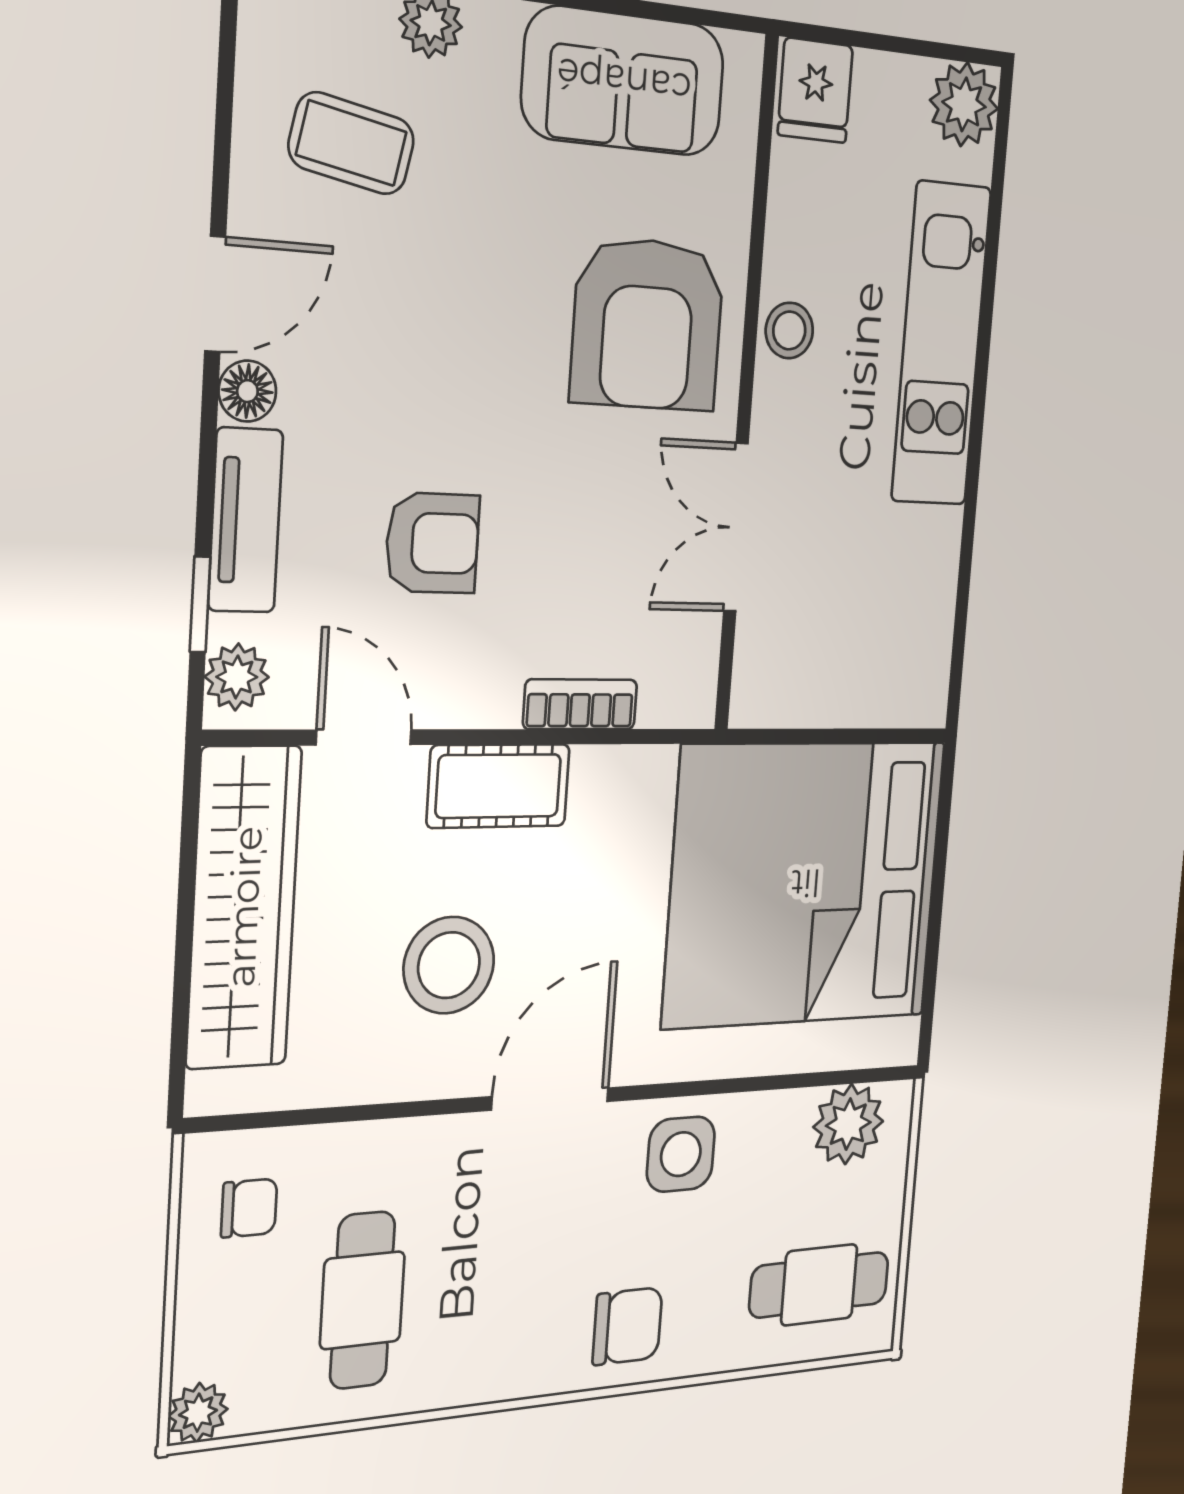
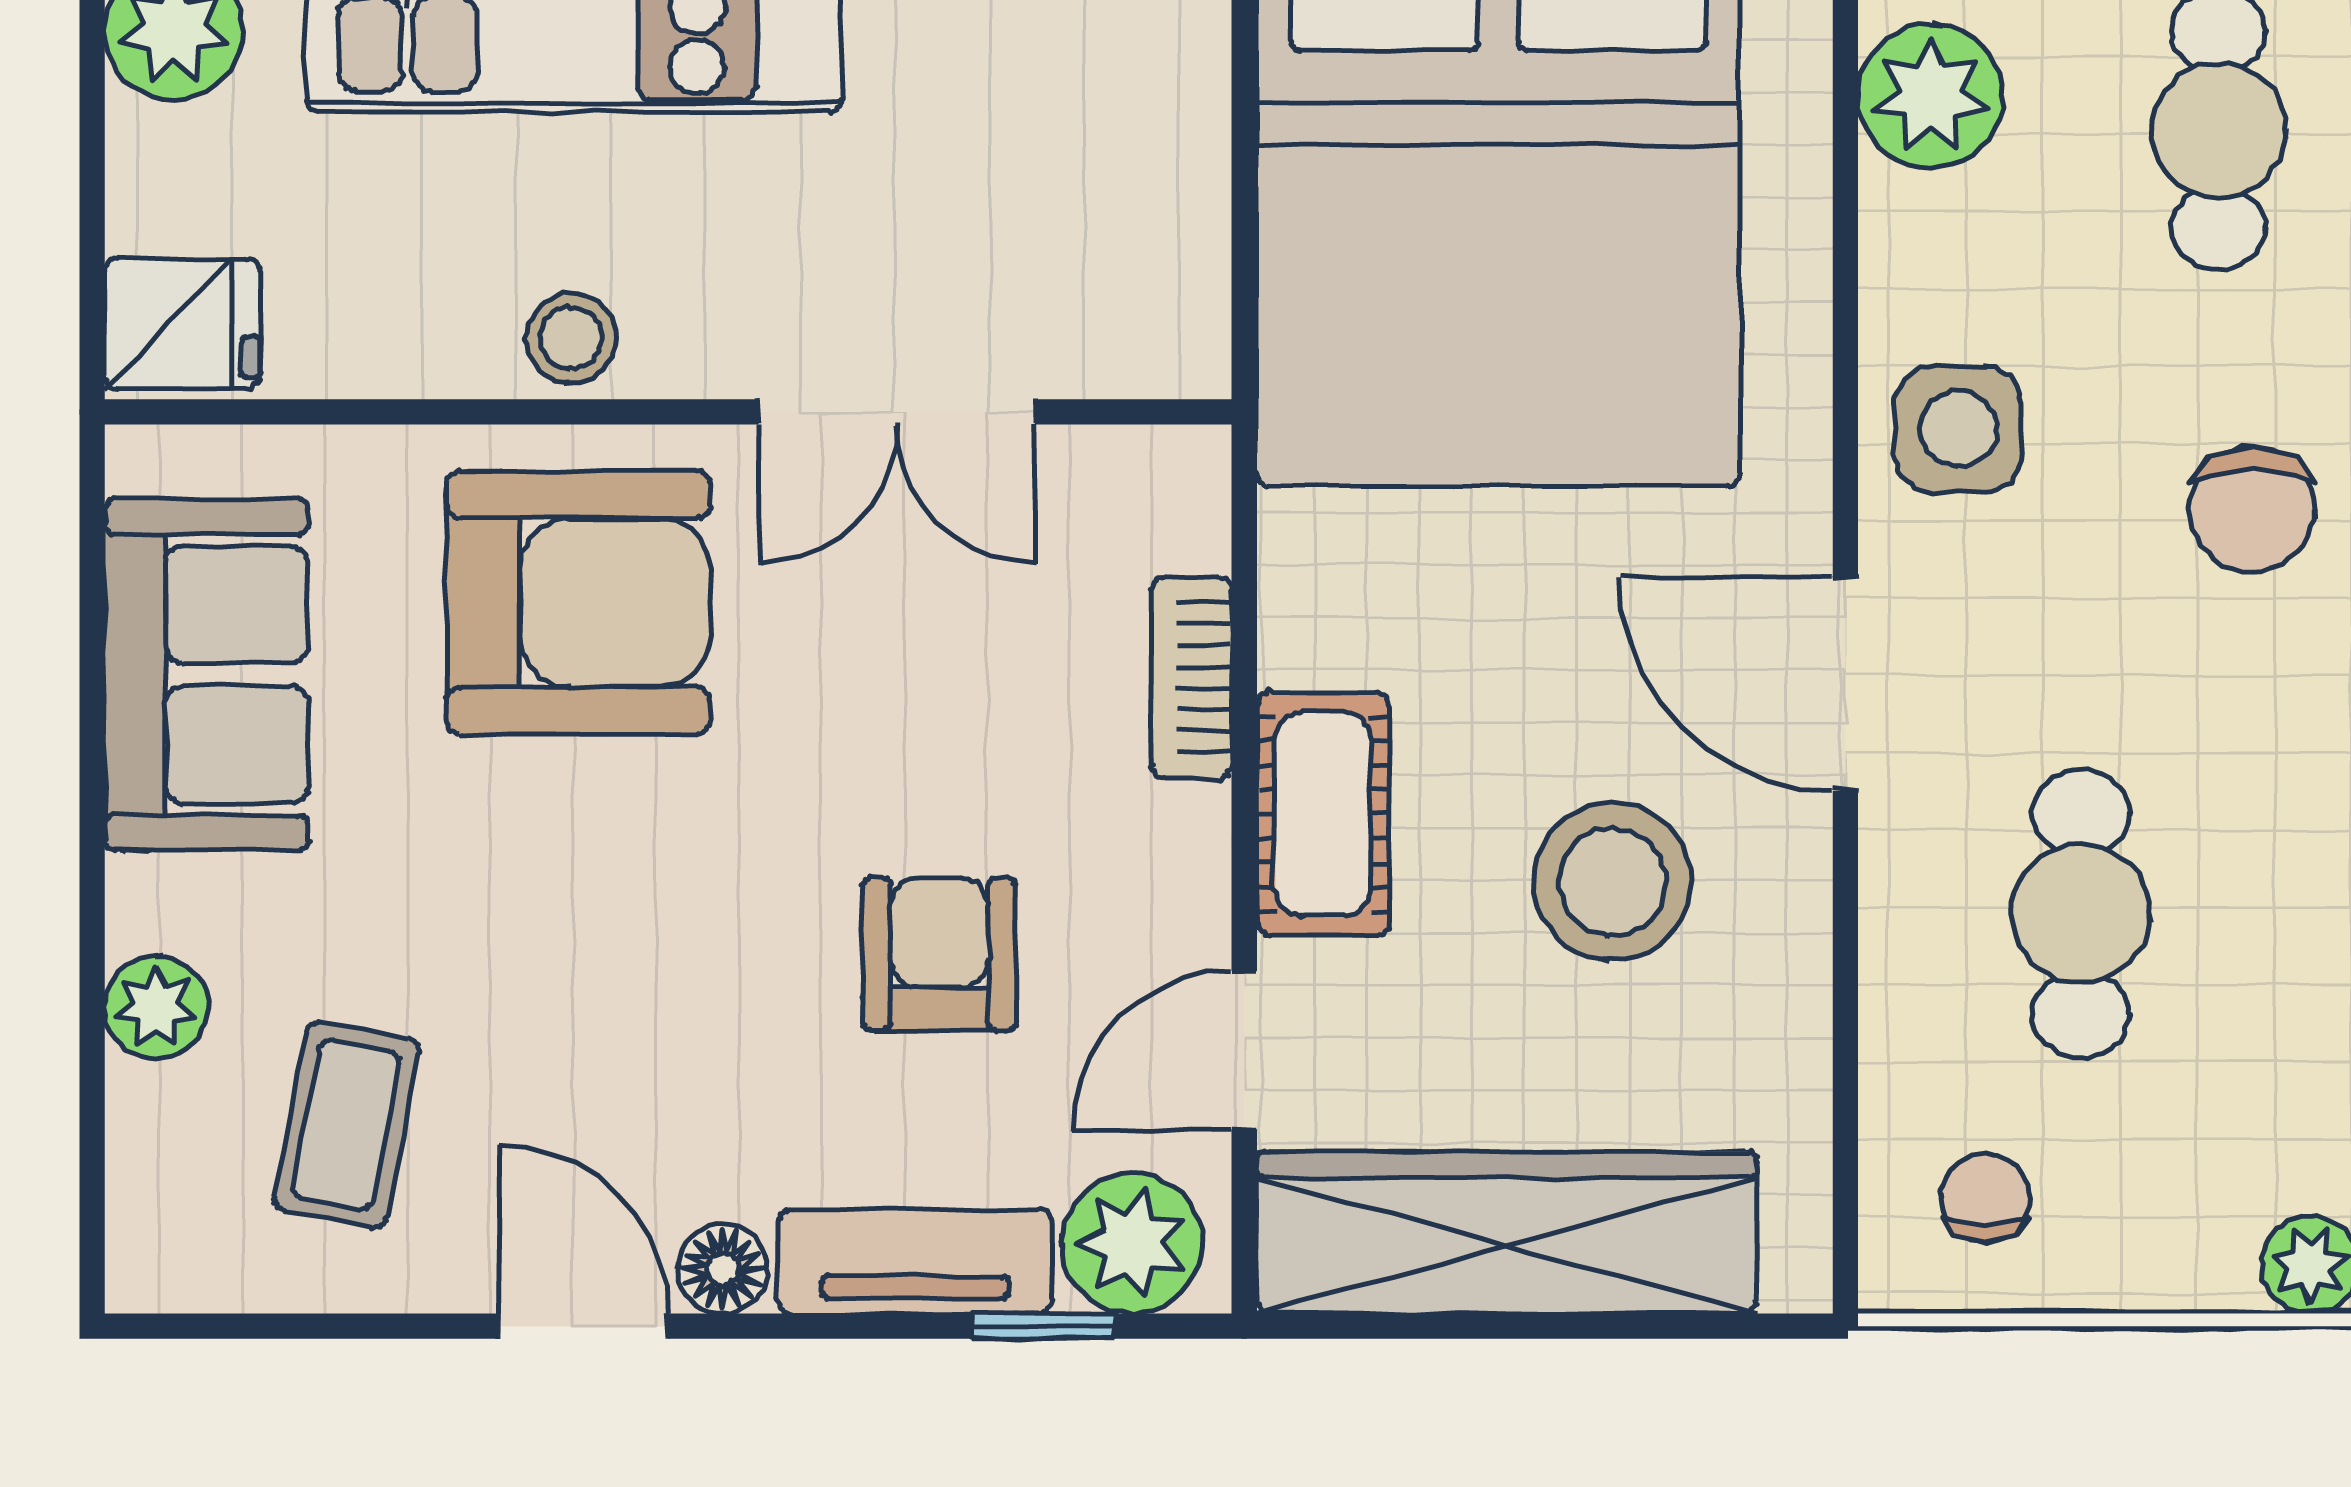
plant: (237, 677) -> (1132, 1243), width x1.38, depth x1.38
cafe table: (362, 1300) -> (2081, 913), moved, turned 90
chair: (628, 1326) -> (2252, 509), turned 180

